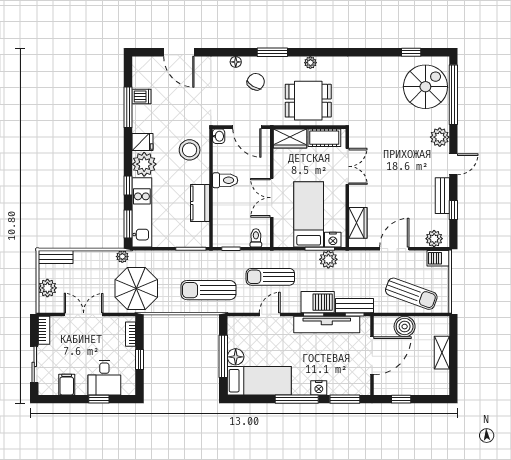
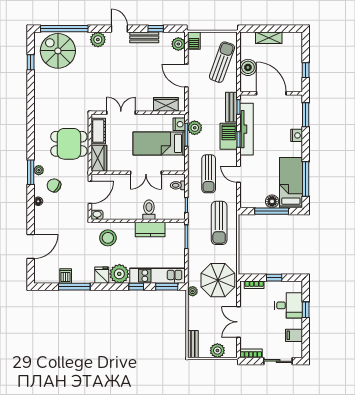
plant: (310, 63) -> (39, 170), moved
dining table: (308, 101) -> (69, 144), turned 90
toilet: (225, 180) -> (149, 210), moved
window: (297, 399) -> (306, 179), moved

